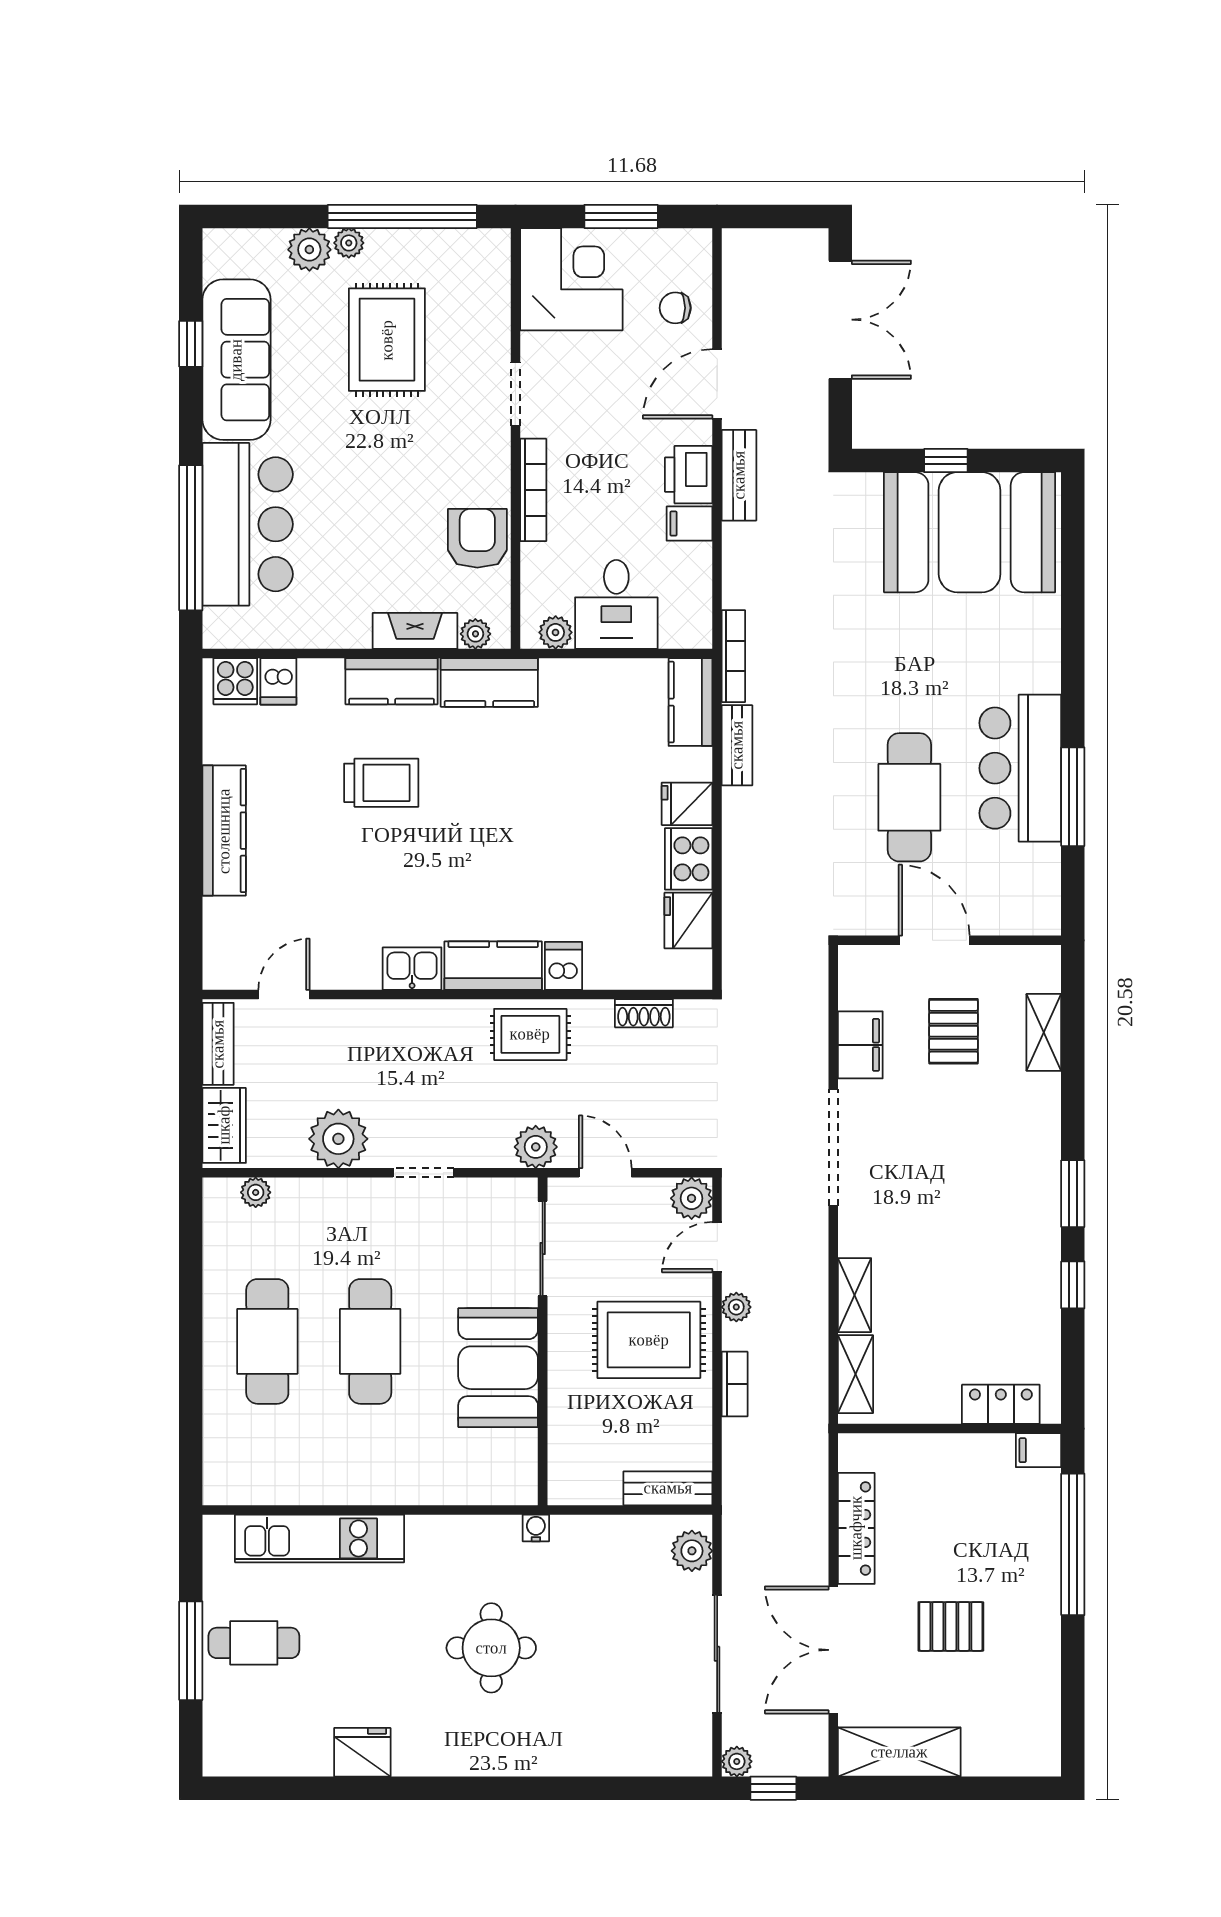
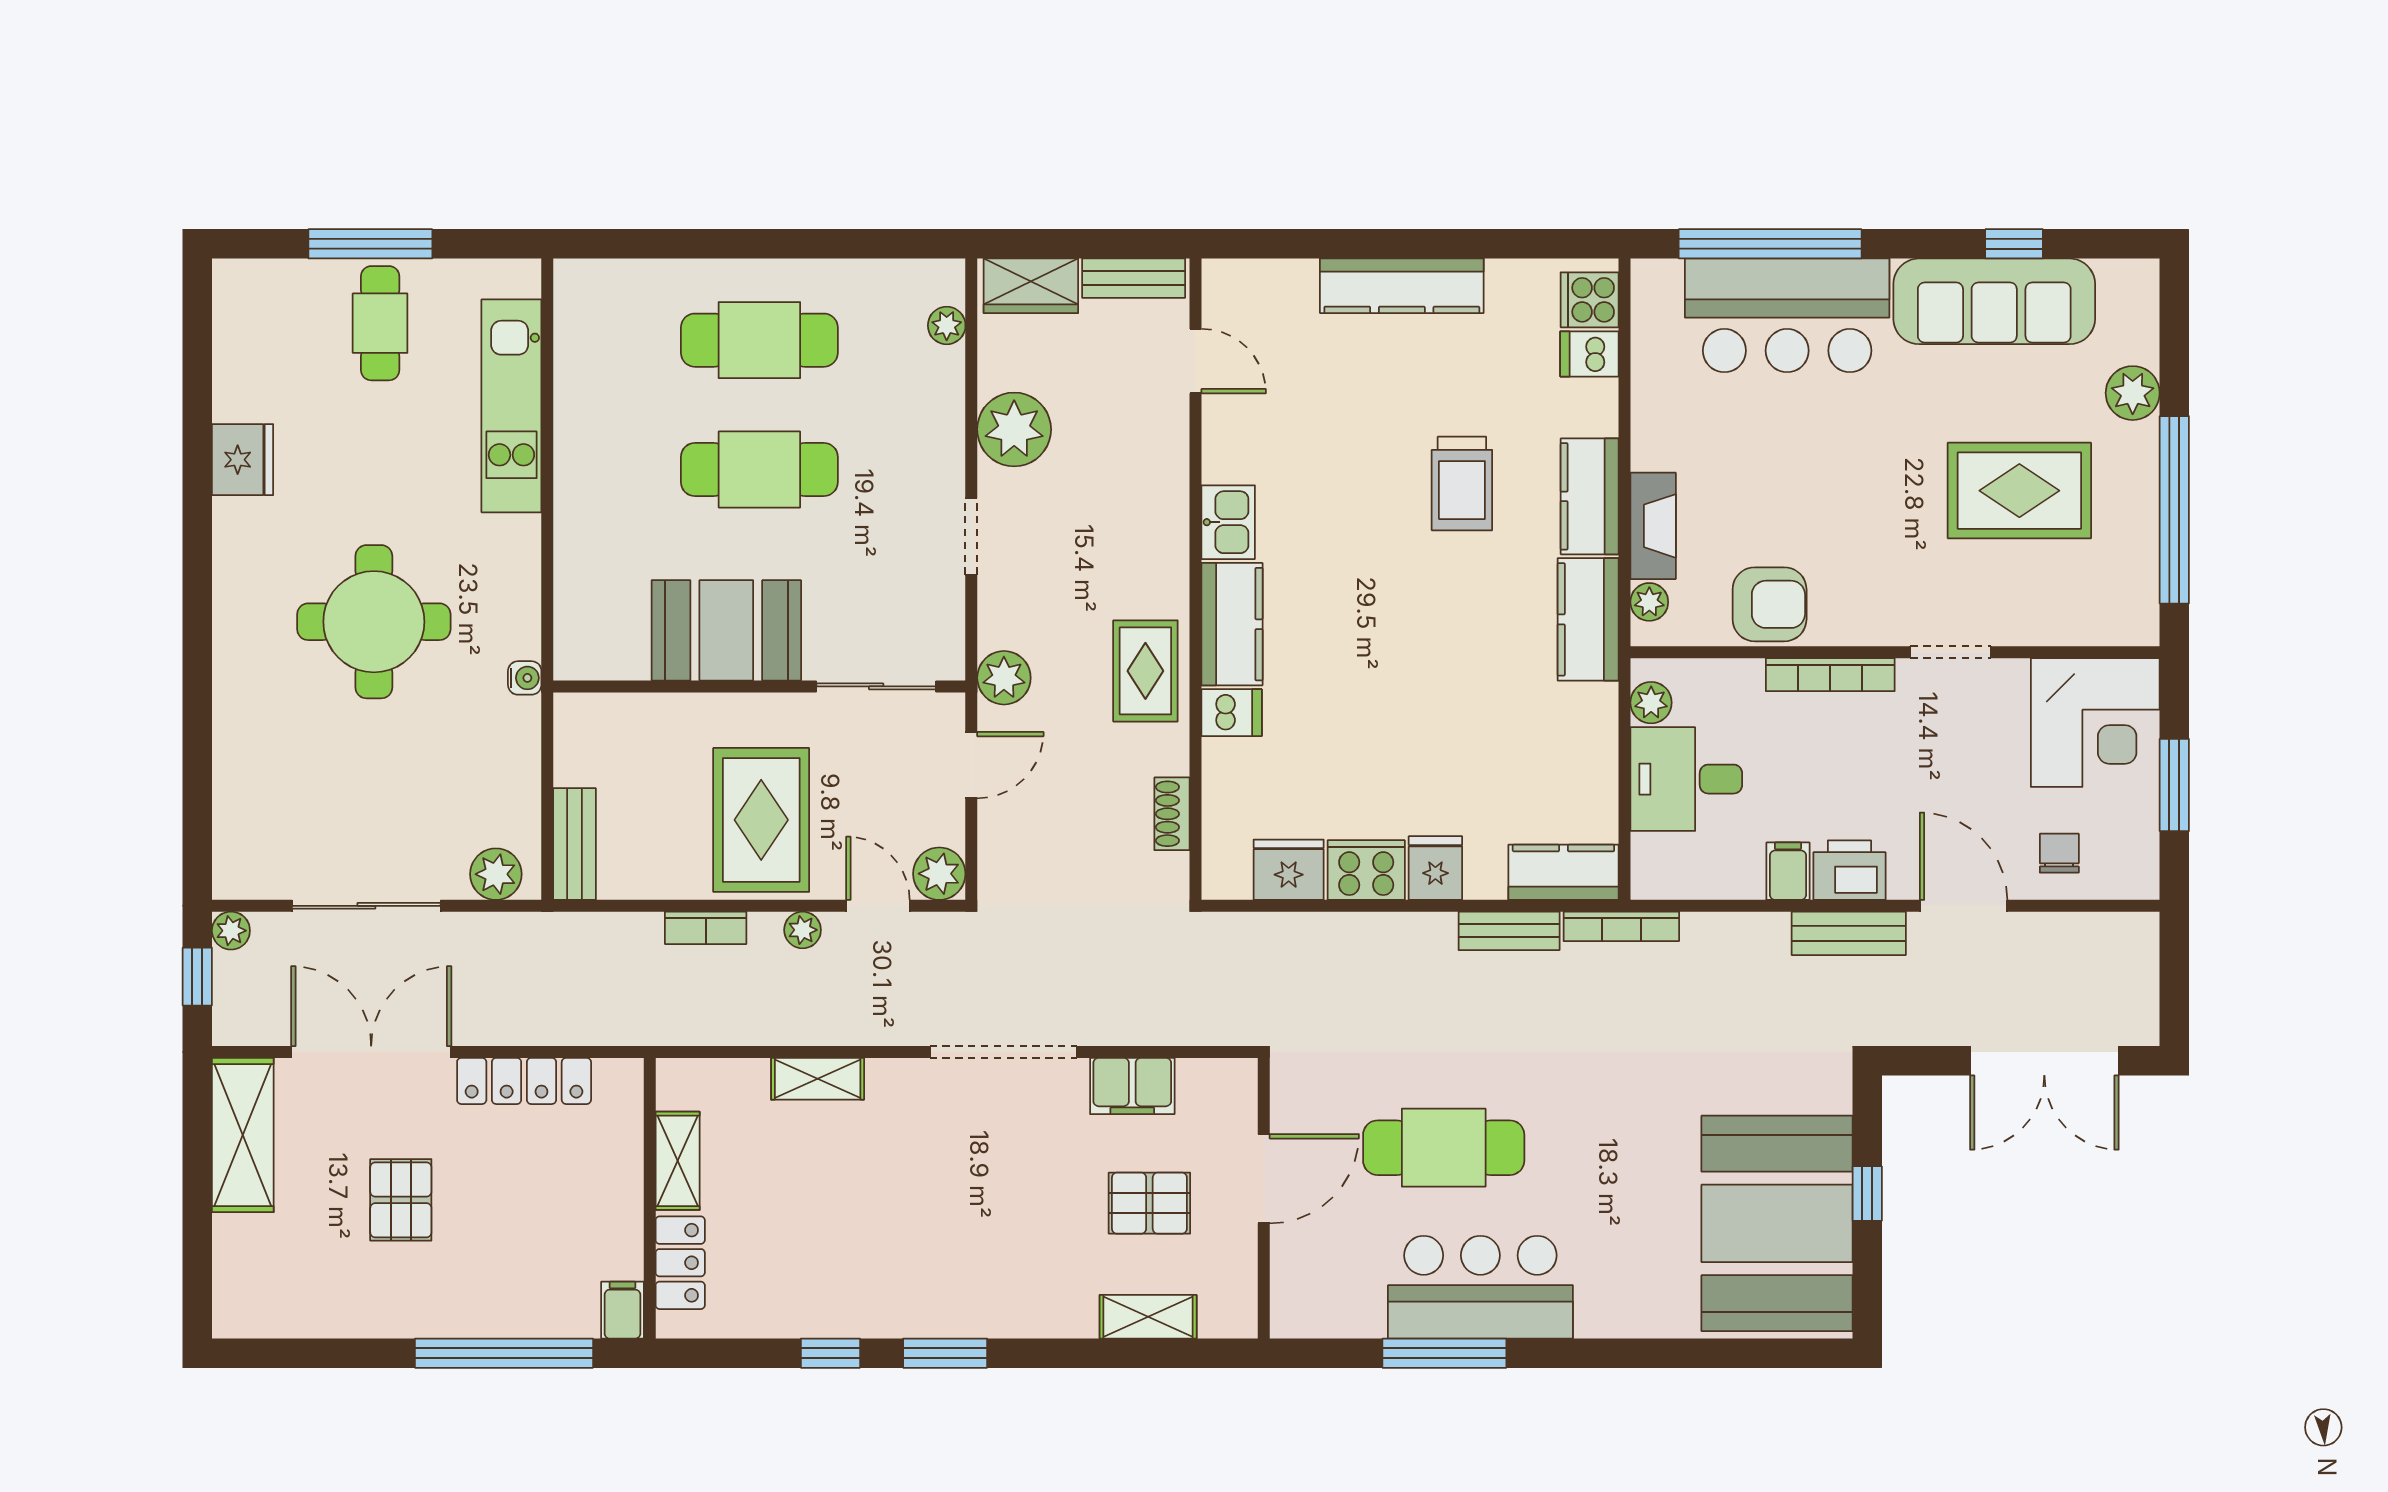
plant: (349, 243) -> (2141, 443), removed
shelving: (855, 1374) -> (678, 1161), moved, turned 90
round table: (491, 1648) -> (374, 622), width x1.36, depth x1.36

